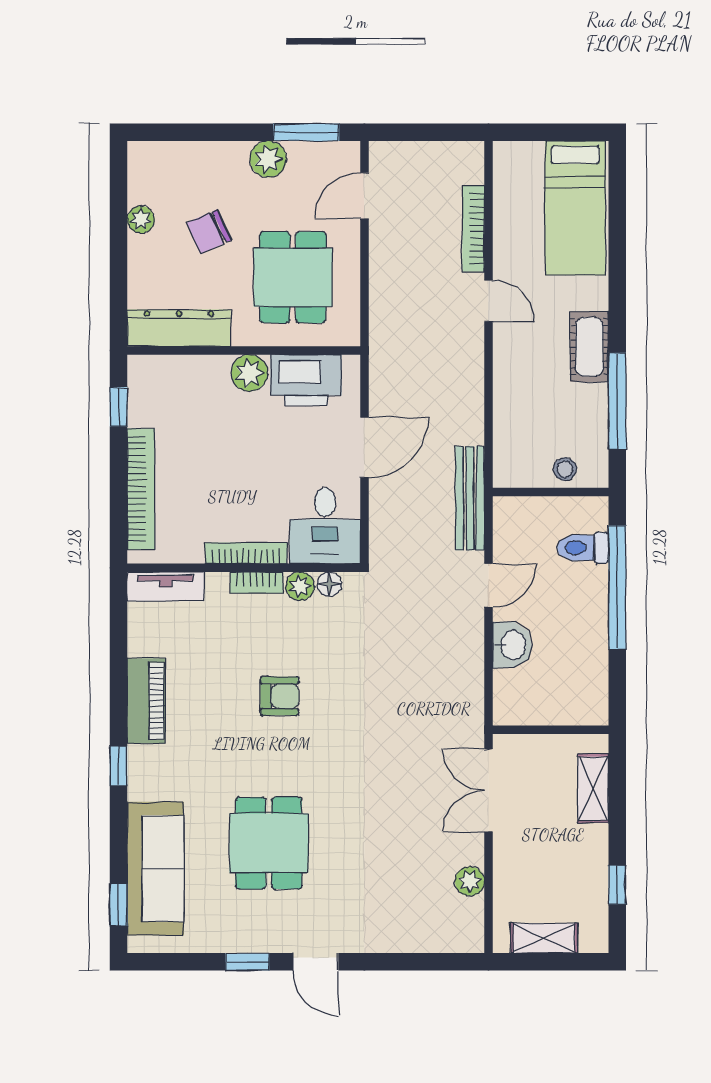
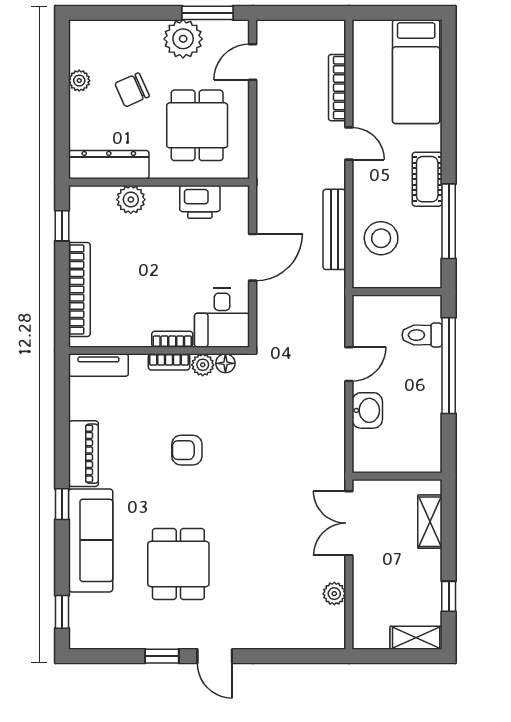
plant: (268, 159) -> (183, 39), width x1.36, depth x1.36
plant: (249, 373) -> (131, 200), moved
printer: (306, 380) -> (200, 202), width x0.73, depth x0.84
stool: (565, 469) -> (381, 238), moved, width x1.89, depth x1.89
bench: (470, 498) -> (334, 229), moved
bookcase: (246, 553) -> (172, 339), width x0.64
armchair: (280, 696) -> (187, 450), turned 180
sofa: (155, 869) -> (91, 540), moved
shelving: (544, 938) -> (416, 638), moved

